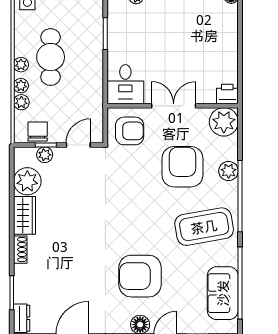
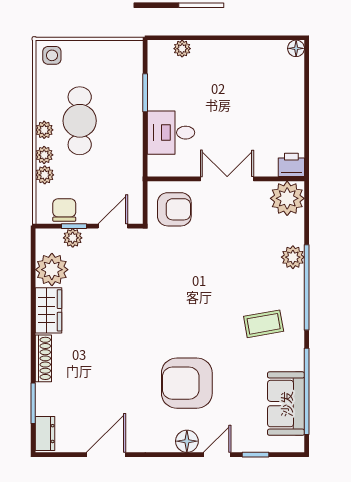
desk: (125, 84) -> (171, 133), moved, turned 90
armchair: (182, 167) -> (238, 252), removed
coffee table: (204, 227) -> (264, 324), width x0.54, depth x0.58
shoe rack: (20, 250) -> (43, 358), width x1.43

